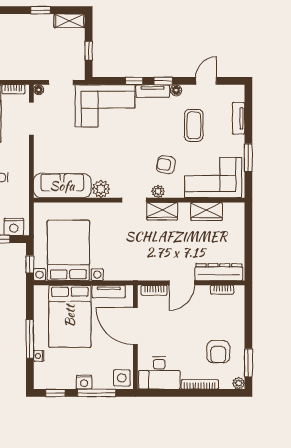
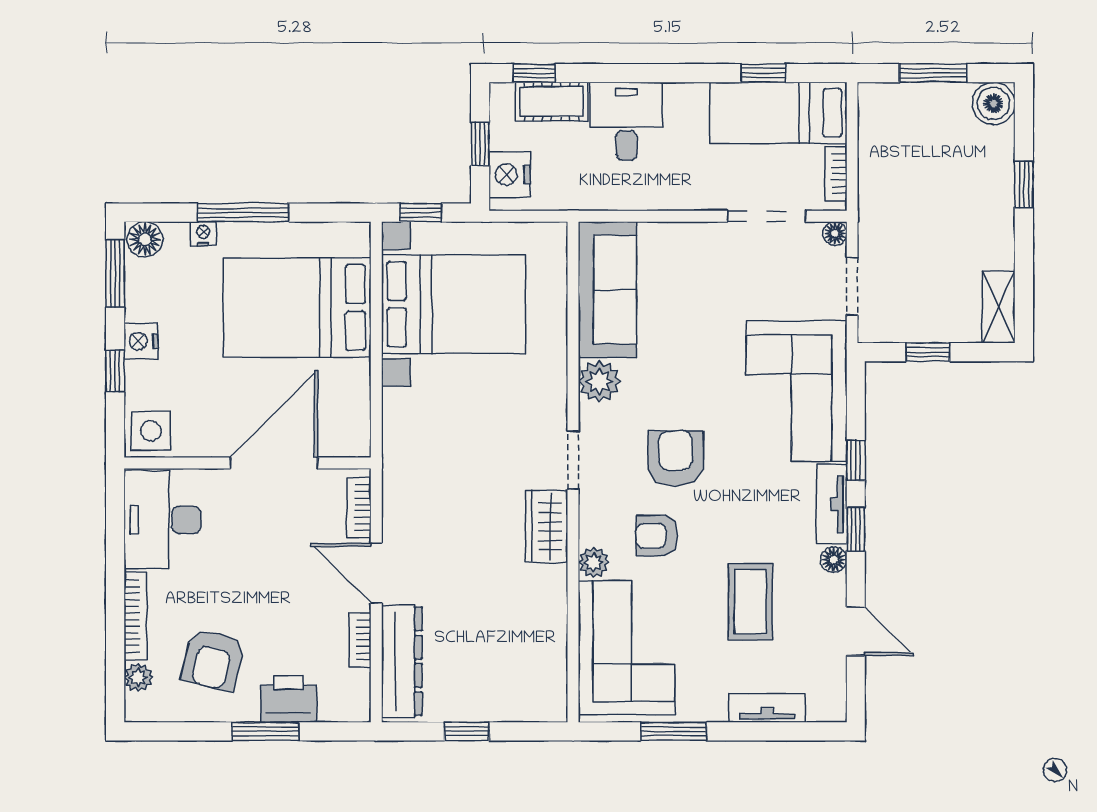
window: (40, 10) -> (1024, 185), moved
coffee table: (194, 125) -> (750, 602), turned 90
armchair: (133, 157) -> (675, 458), added
armchair: (166, 165) -> (657, 536), turned -100
plant: (158, 191) -> (594, 562), moved
wardrobe: (207, 211) -> (546, 632), removed
window: (248, 245) -> (467, 731), added
bookcase: (222, 290) -> (360, 640), moved
tv unit: (109, 292) -> (356, 400), removed
printer: (235, 320) -> (289, 699), added
armchair: (218, 352) -> (213, 660), turned -76
window: (248, 363) -> (265, 731), moved
floor lamp: (41, 380) -> (145, 239), added
plant: (239, 383) -> (138, 677), moved
window: (55, 393) -> (115, 273), width x1.50
window: (97, 393) -> (115, 371), width x0.46

